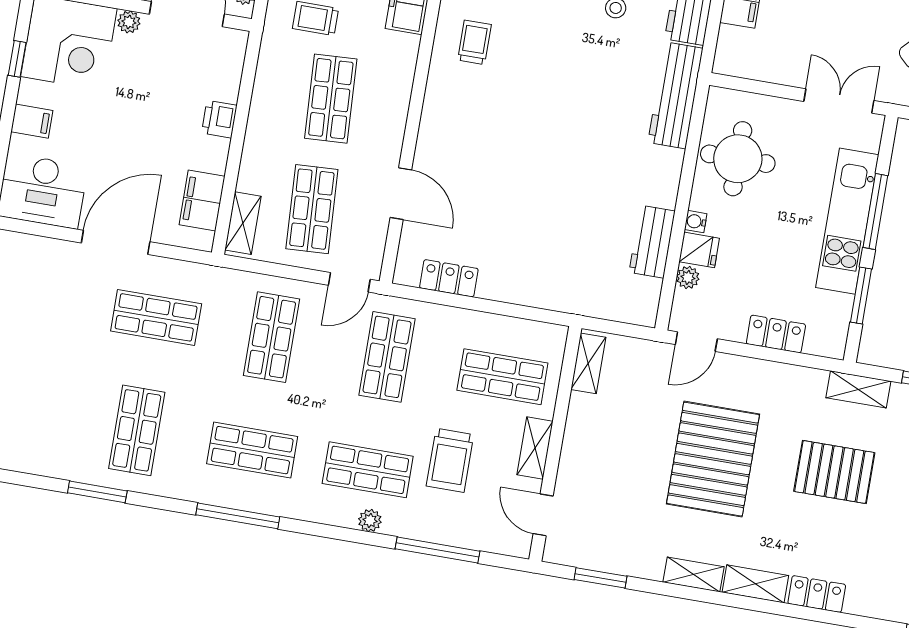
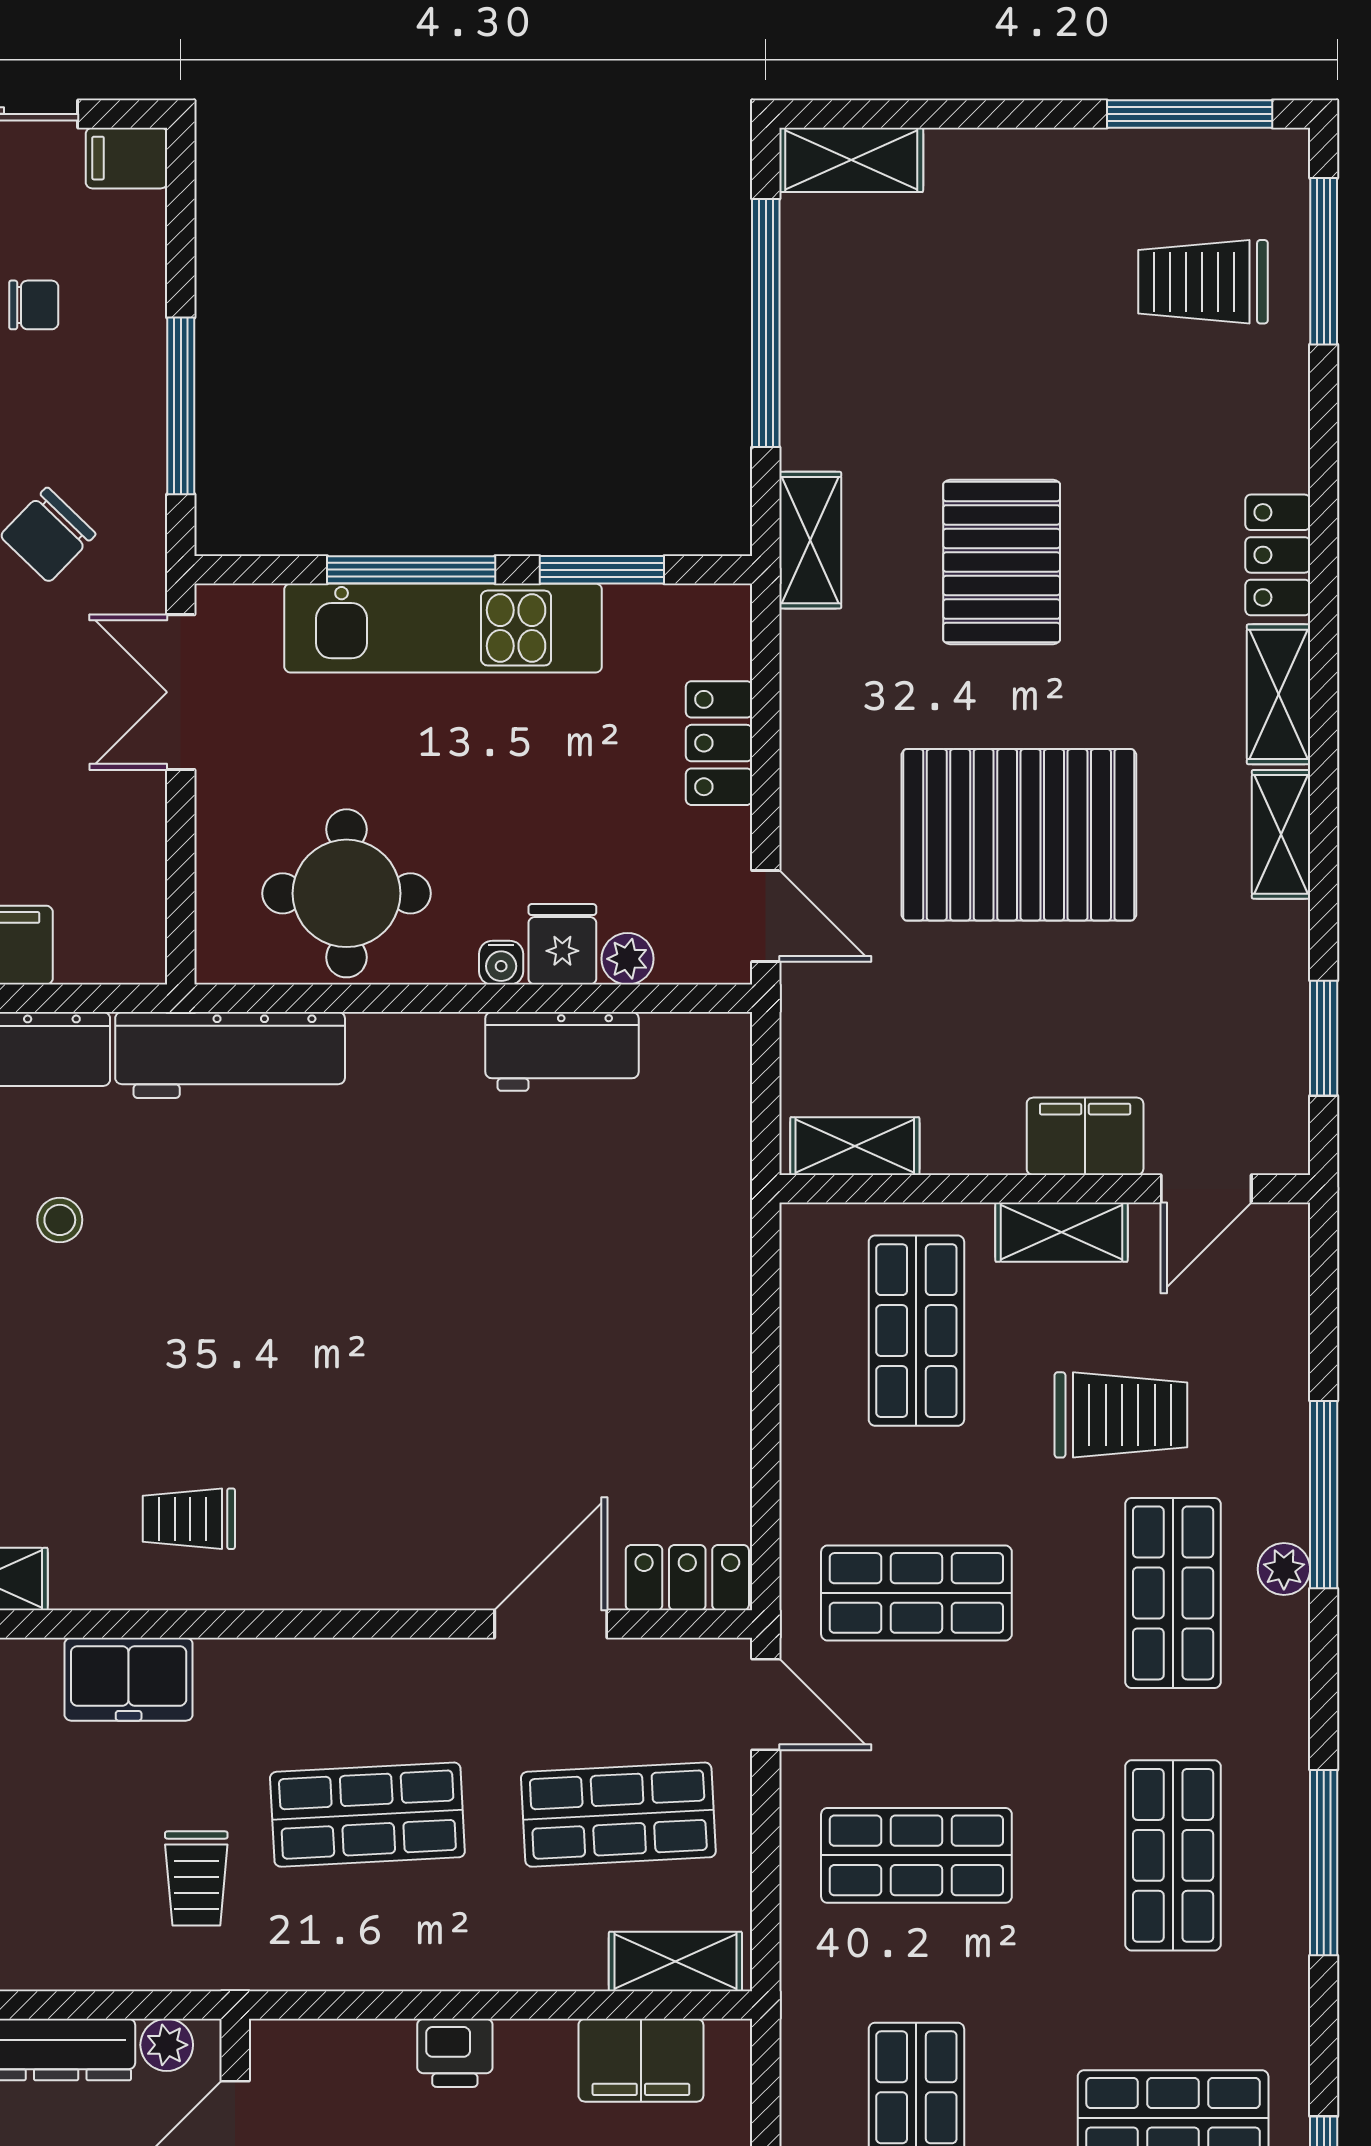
locker: (449, 278) -> (687, 1578), moved, turned 90
filing cabinet: (575, 465) -> (1085, 1136), added
window: (438, 550) -> (1324, 1495), moved

